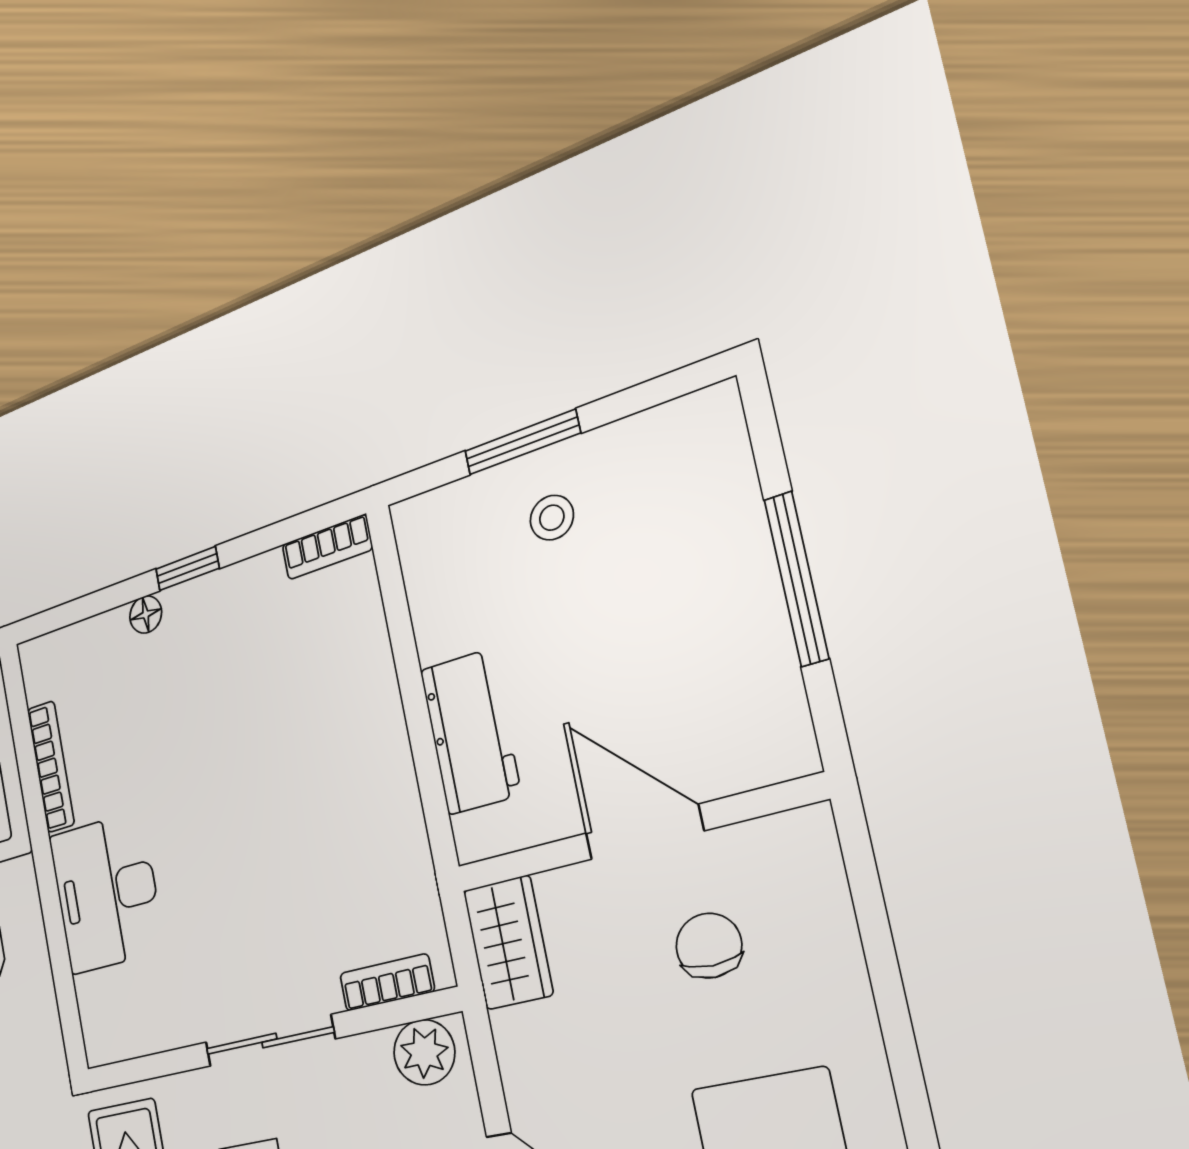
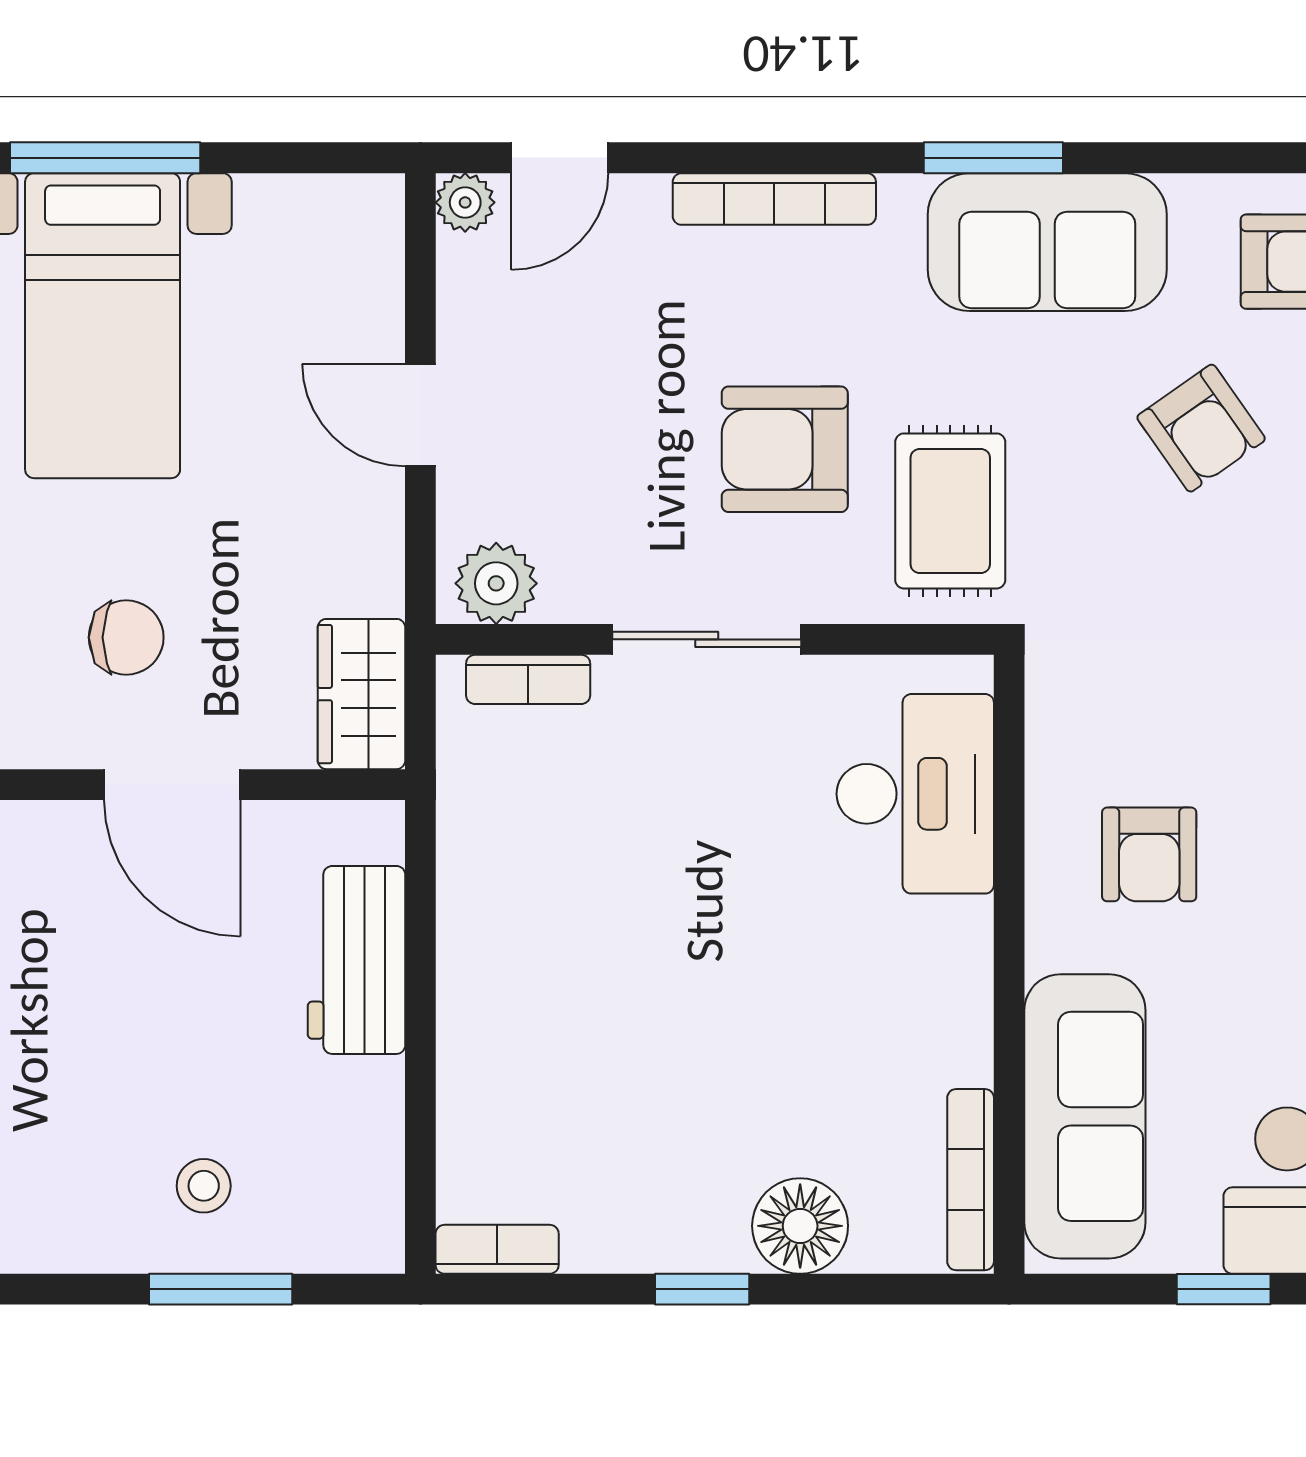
floor lamp: (146, 614) -> (800, 1226), width x1.89, depth x1.89
bookcase: (51, 767) -> (971, 1180), moved
desk: (106, 893) -> (915, 794), moved
chair: (709, 946) -> (126, 637), turned -90

